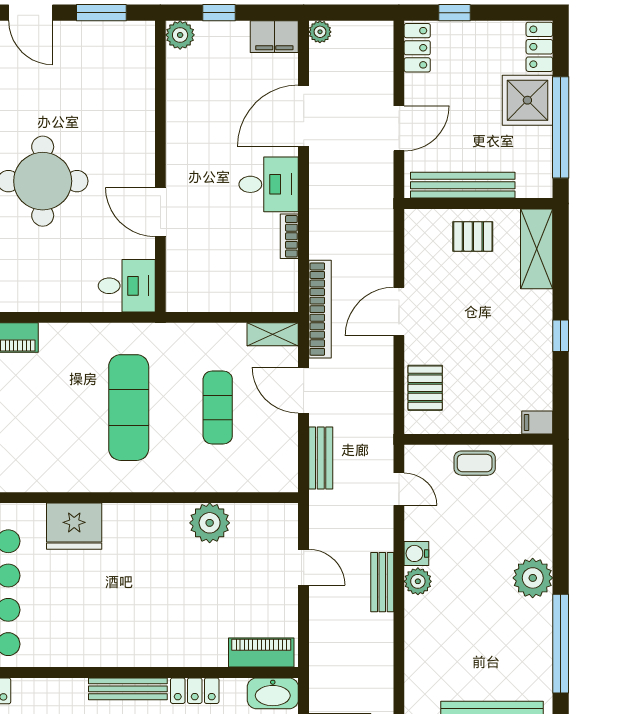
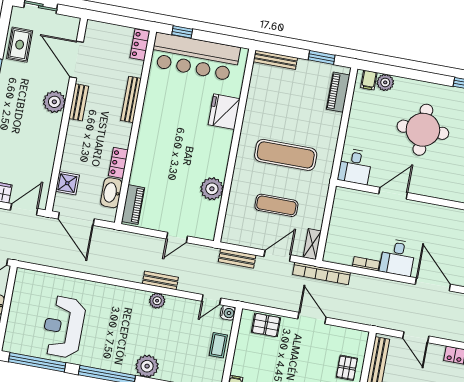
water cooler: (416, 553) -> (228, 313), moved, turned 90
bench: (128, 689) -> (131, 99), moved
washbasin: (273, 693) -> (111, 193), moved

